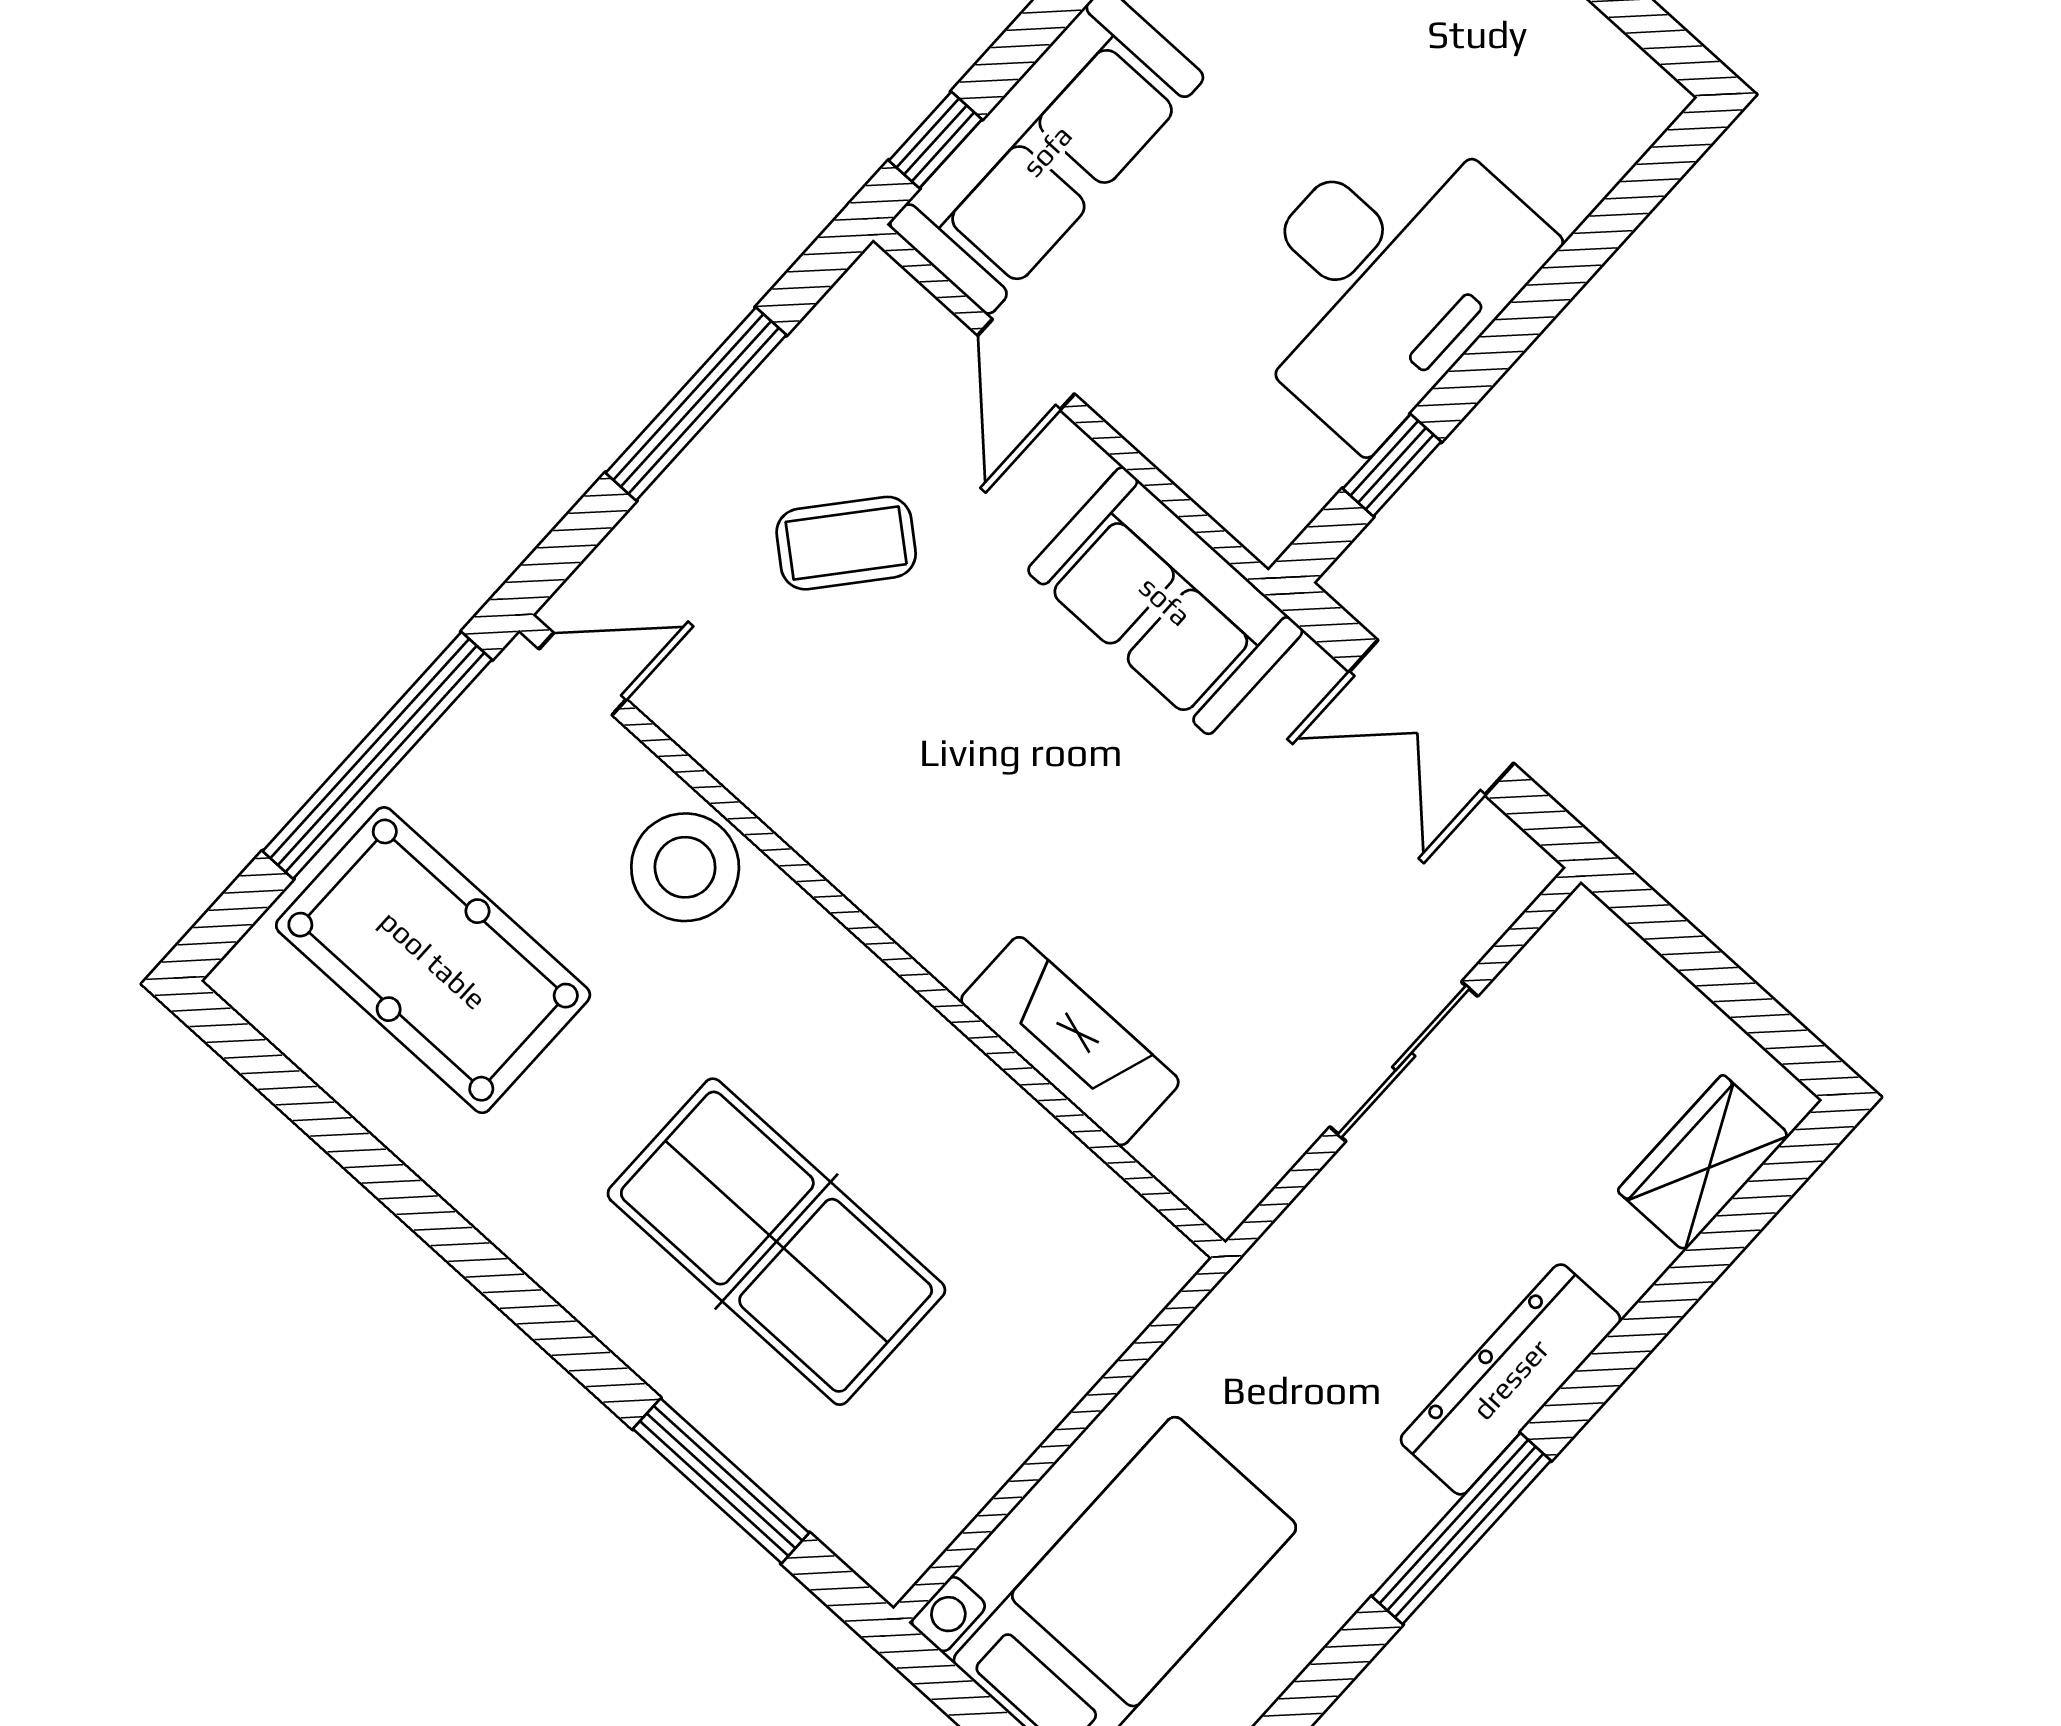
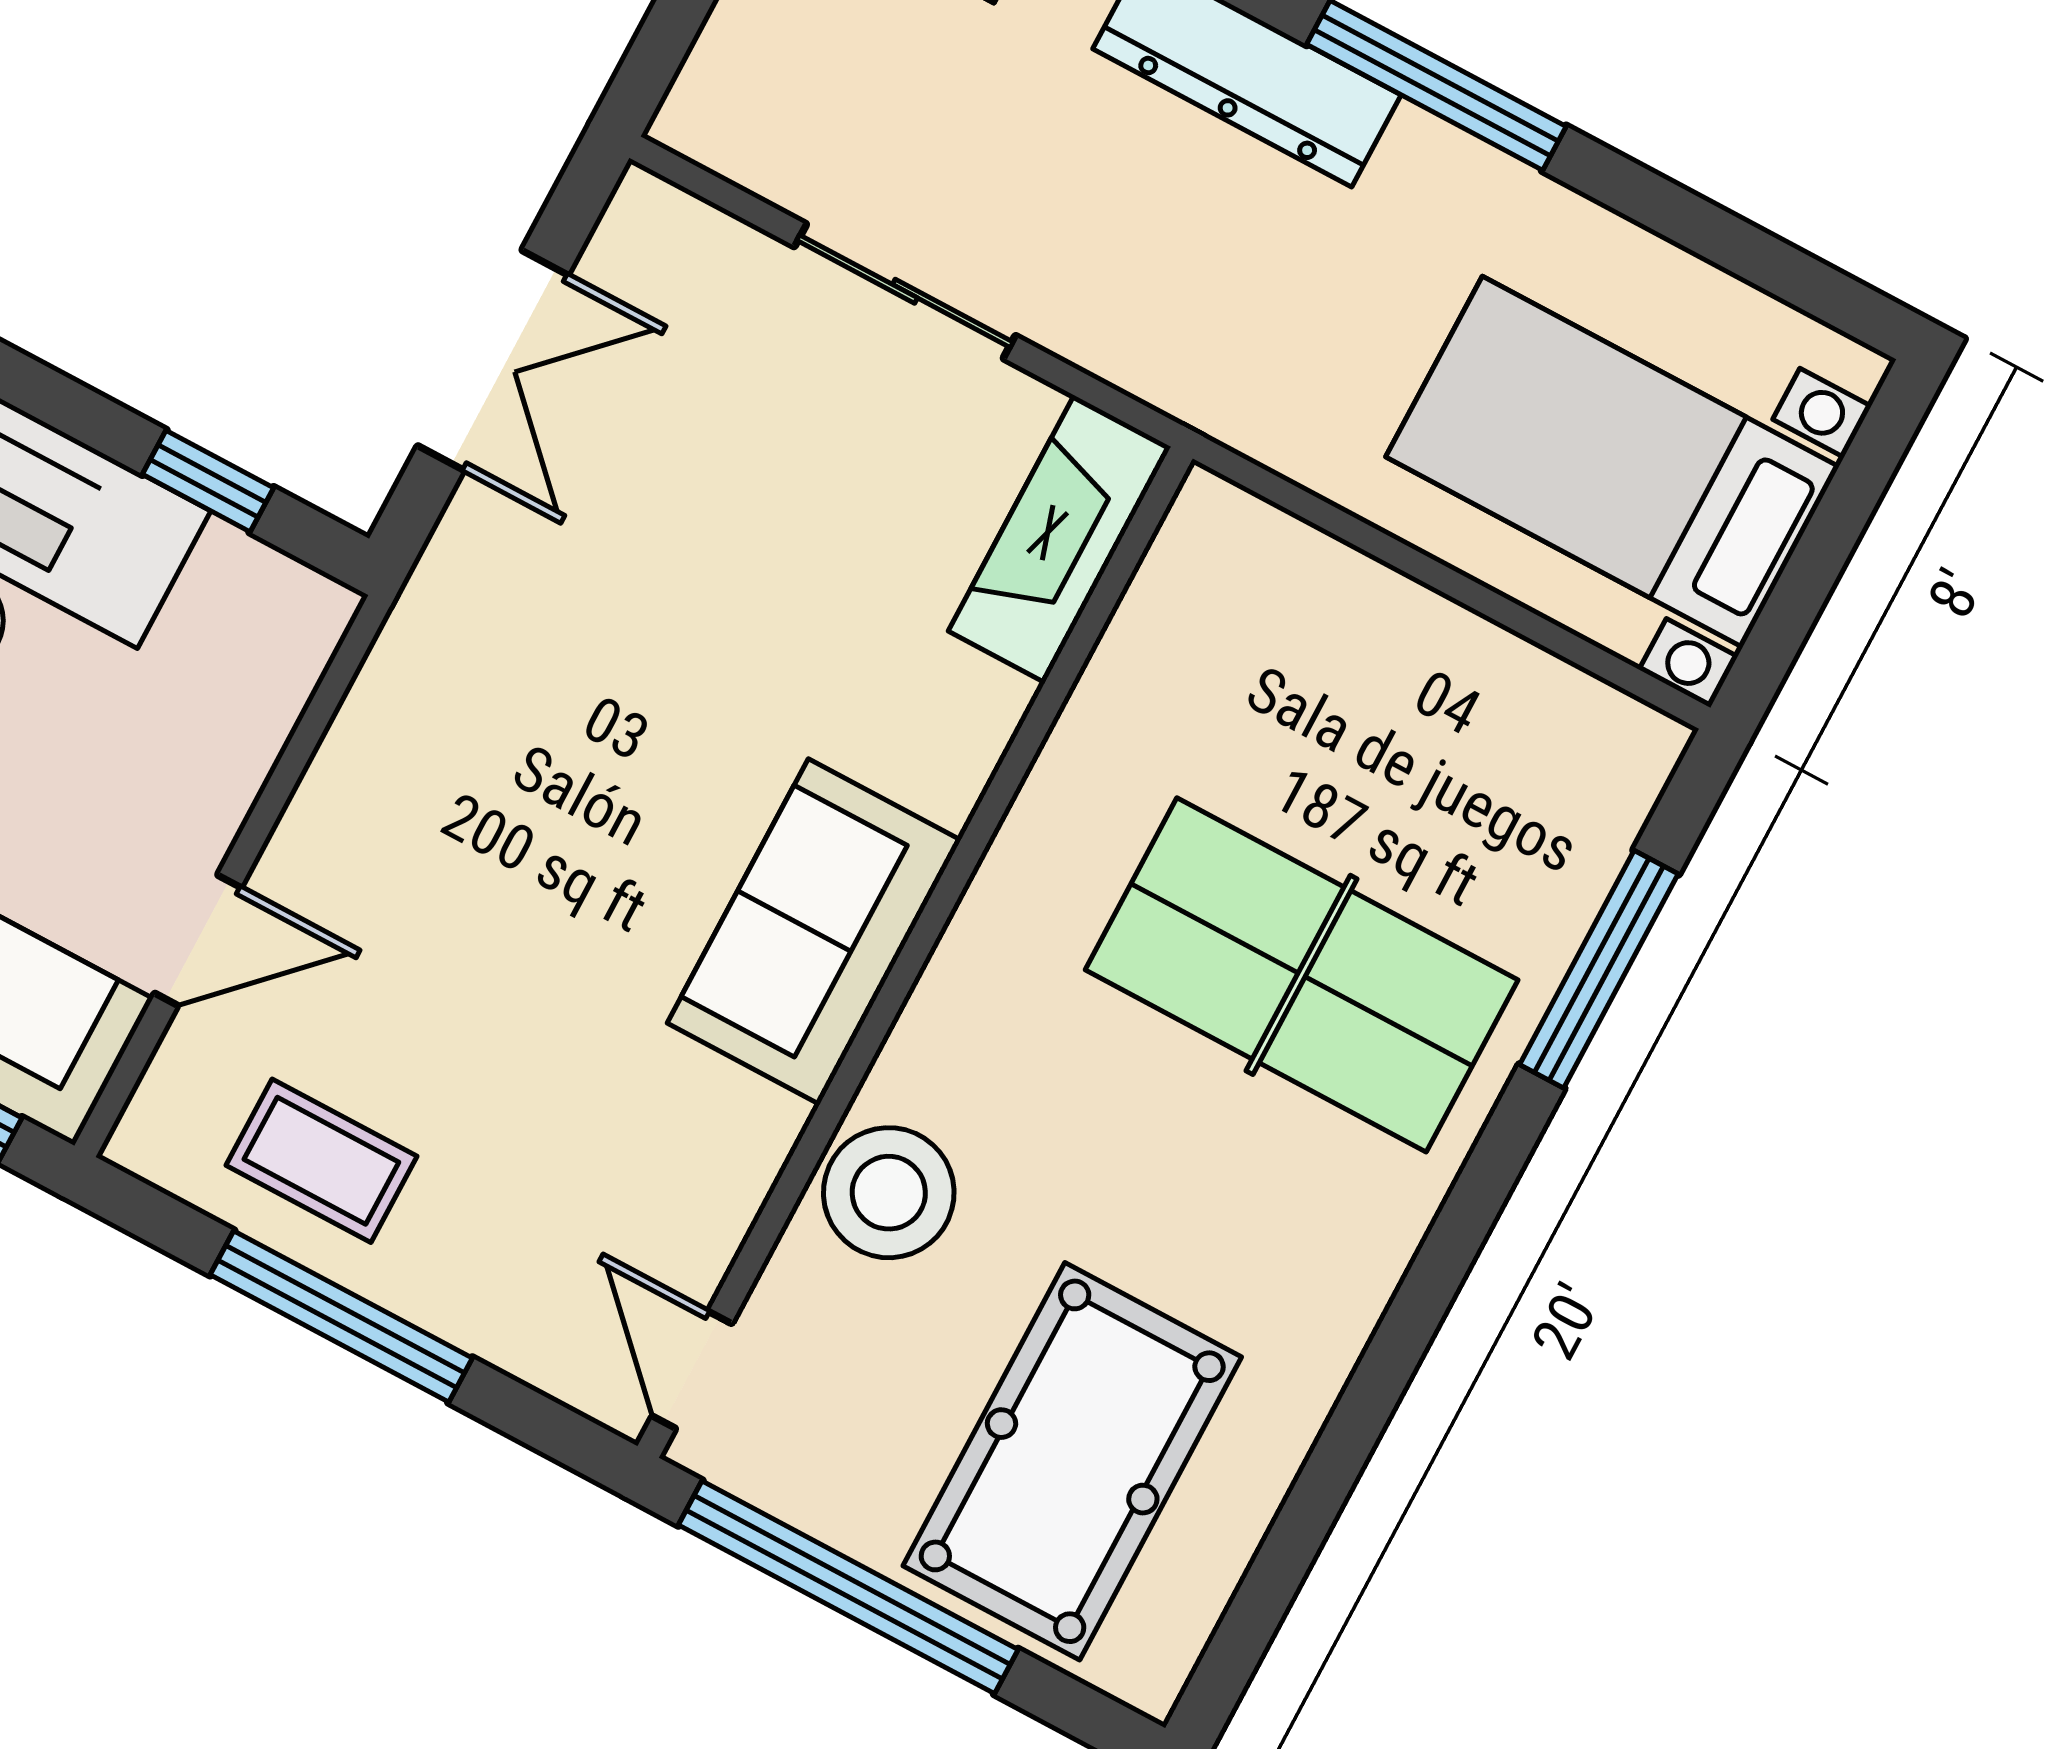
coffee table: (846, 543) -> (321, 1161), moved, turned -40
sofa: (1165, 601) -> (814, 932), moved, turned 180
fireplace: (1070, 1041) -> (1060, 539), moved
table tennis table: (776, 1242) -> (1302, 975), turned 90

